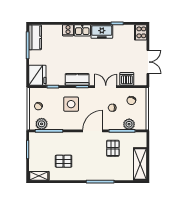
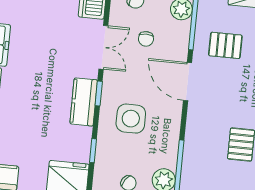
double door: (106, 87) -> (103, 47), swing flipped

